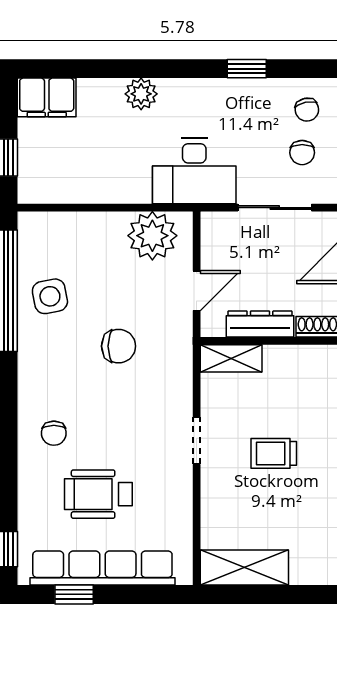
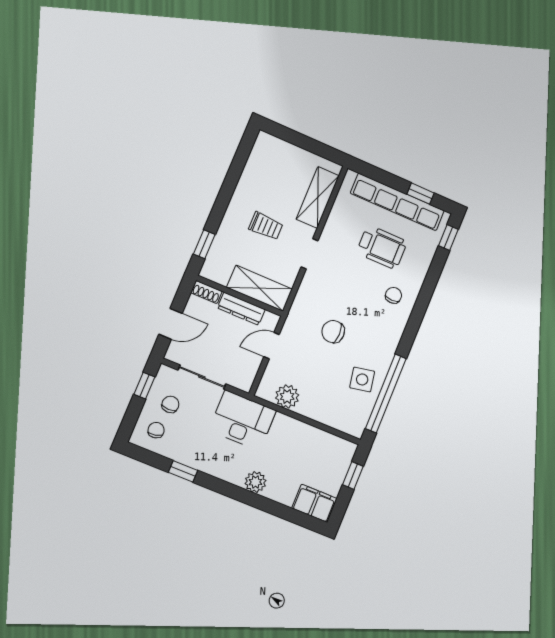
plant: (152, 236) -> (287, 397), width x0.73, depth x0.73
shelving: (231, 358) -> (260, 288), width x1.50, depth x1.33
shelving: (244, 568) -> (318, 197), moved, turned 90

